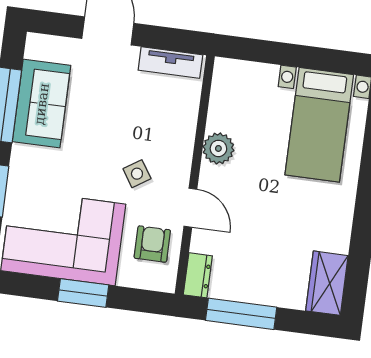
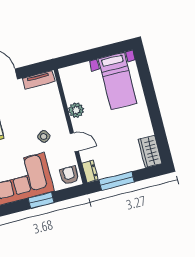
armchair: (152, 244) -> (69, 175), moved

